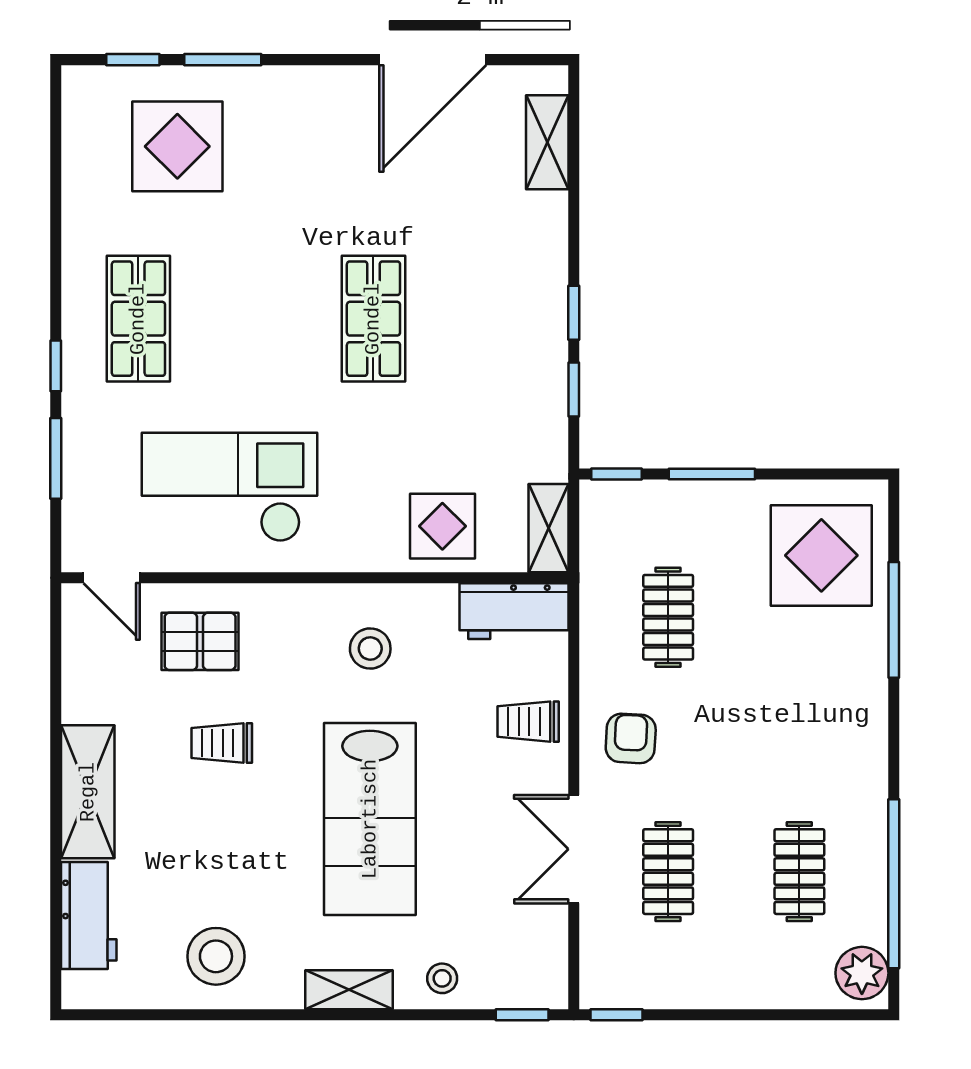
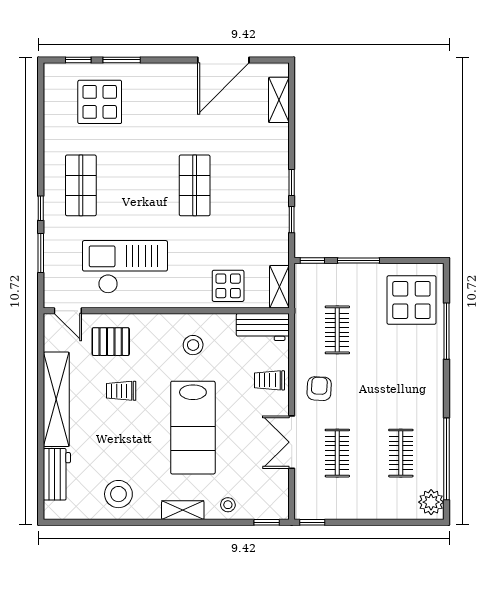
shelving: (88, 792) -> (56, 399), width x1.47

